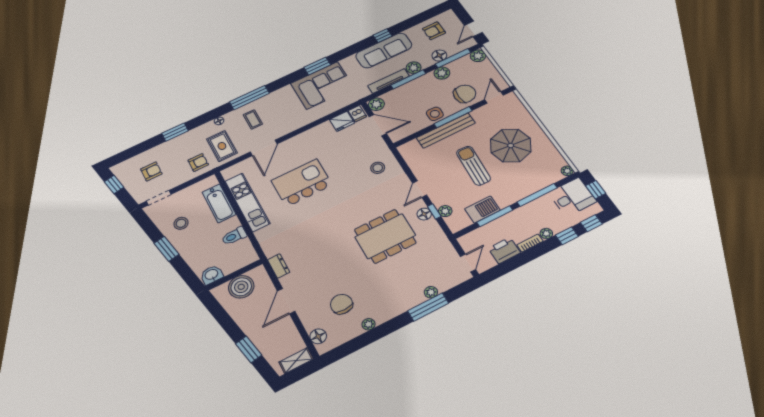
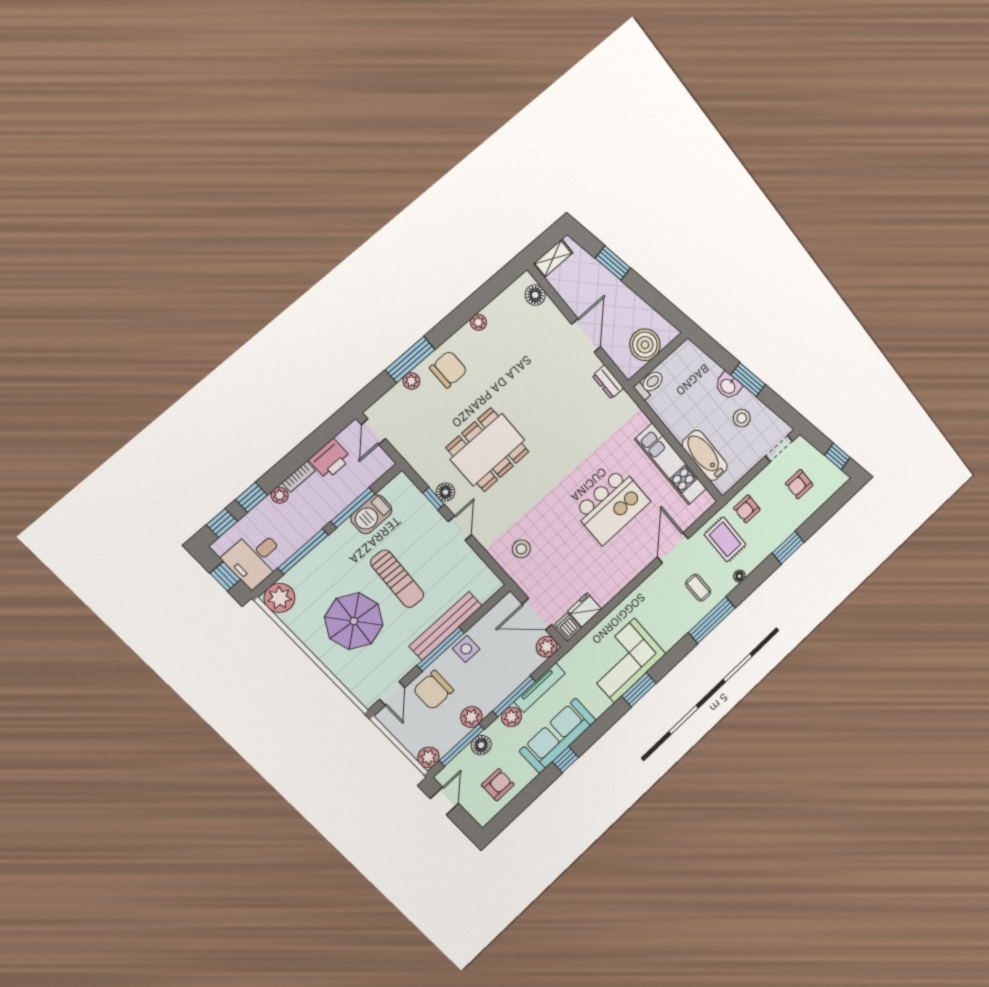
plant: (567, 171) -> (279, 598), width x1.88, depth x1.88
plant: (445, 211) -> (419, 502), removed
toilet: (234, 236) -> (650, 384), moved
washbasin: (212, 275) -> (728, 386), moved, turned 79
chair: (341, 304) -> (448, 369), moved, turned -90

